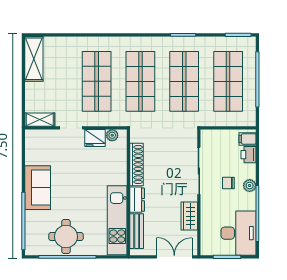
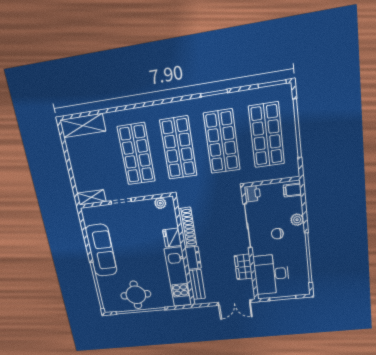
shelving: (34, 59) -> (83, 126), moved, turned 90
fridge: (95, 138) -> (172, 238), moved, turned 90
printer: (249, 155) -> (252, 194), moved, turned 180
plant: (250, 186) -> (297, 220), moved
sofa: (38, 188) -> (101, 250), width x1.36
desk: (239, 233) -> (272, 274), moved, turned 180
double door: (174, 257) -> (234, 302), swing flipped

